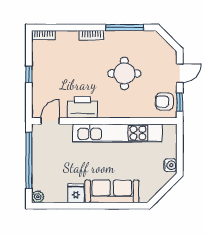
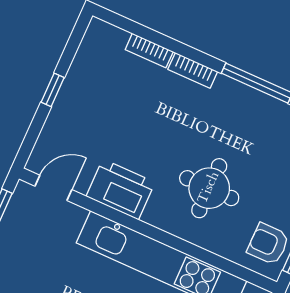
bookcase: (43, 35) -> (149, 51), moved
round table: (124, 73) -> (209, 188), moved

